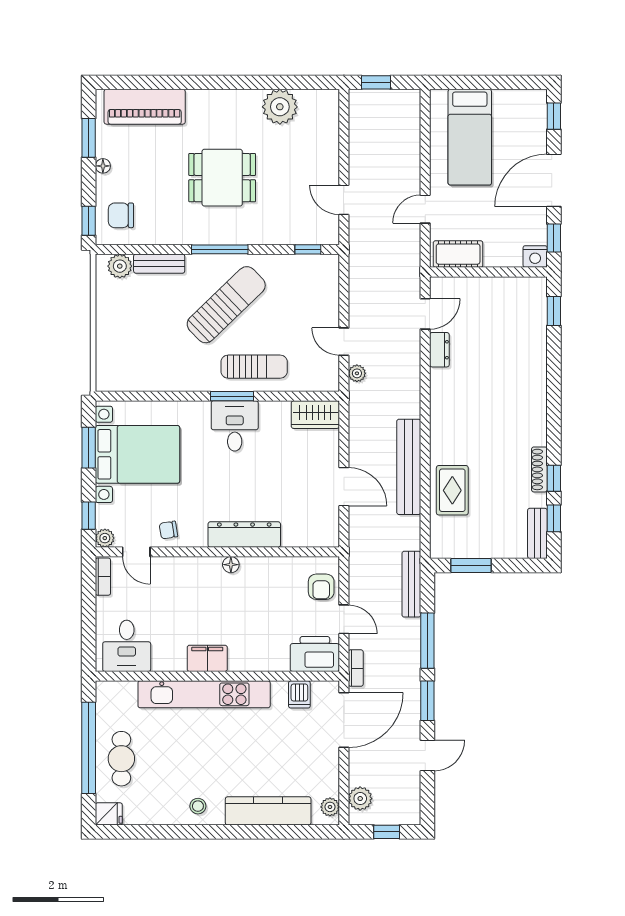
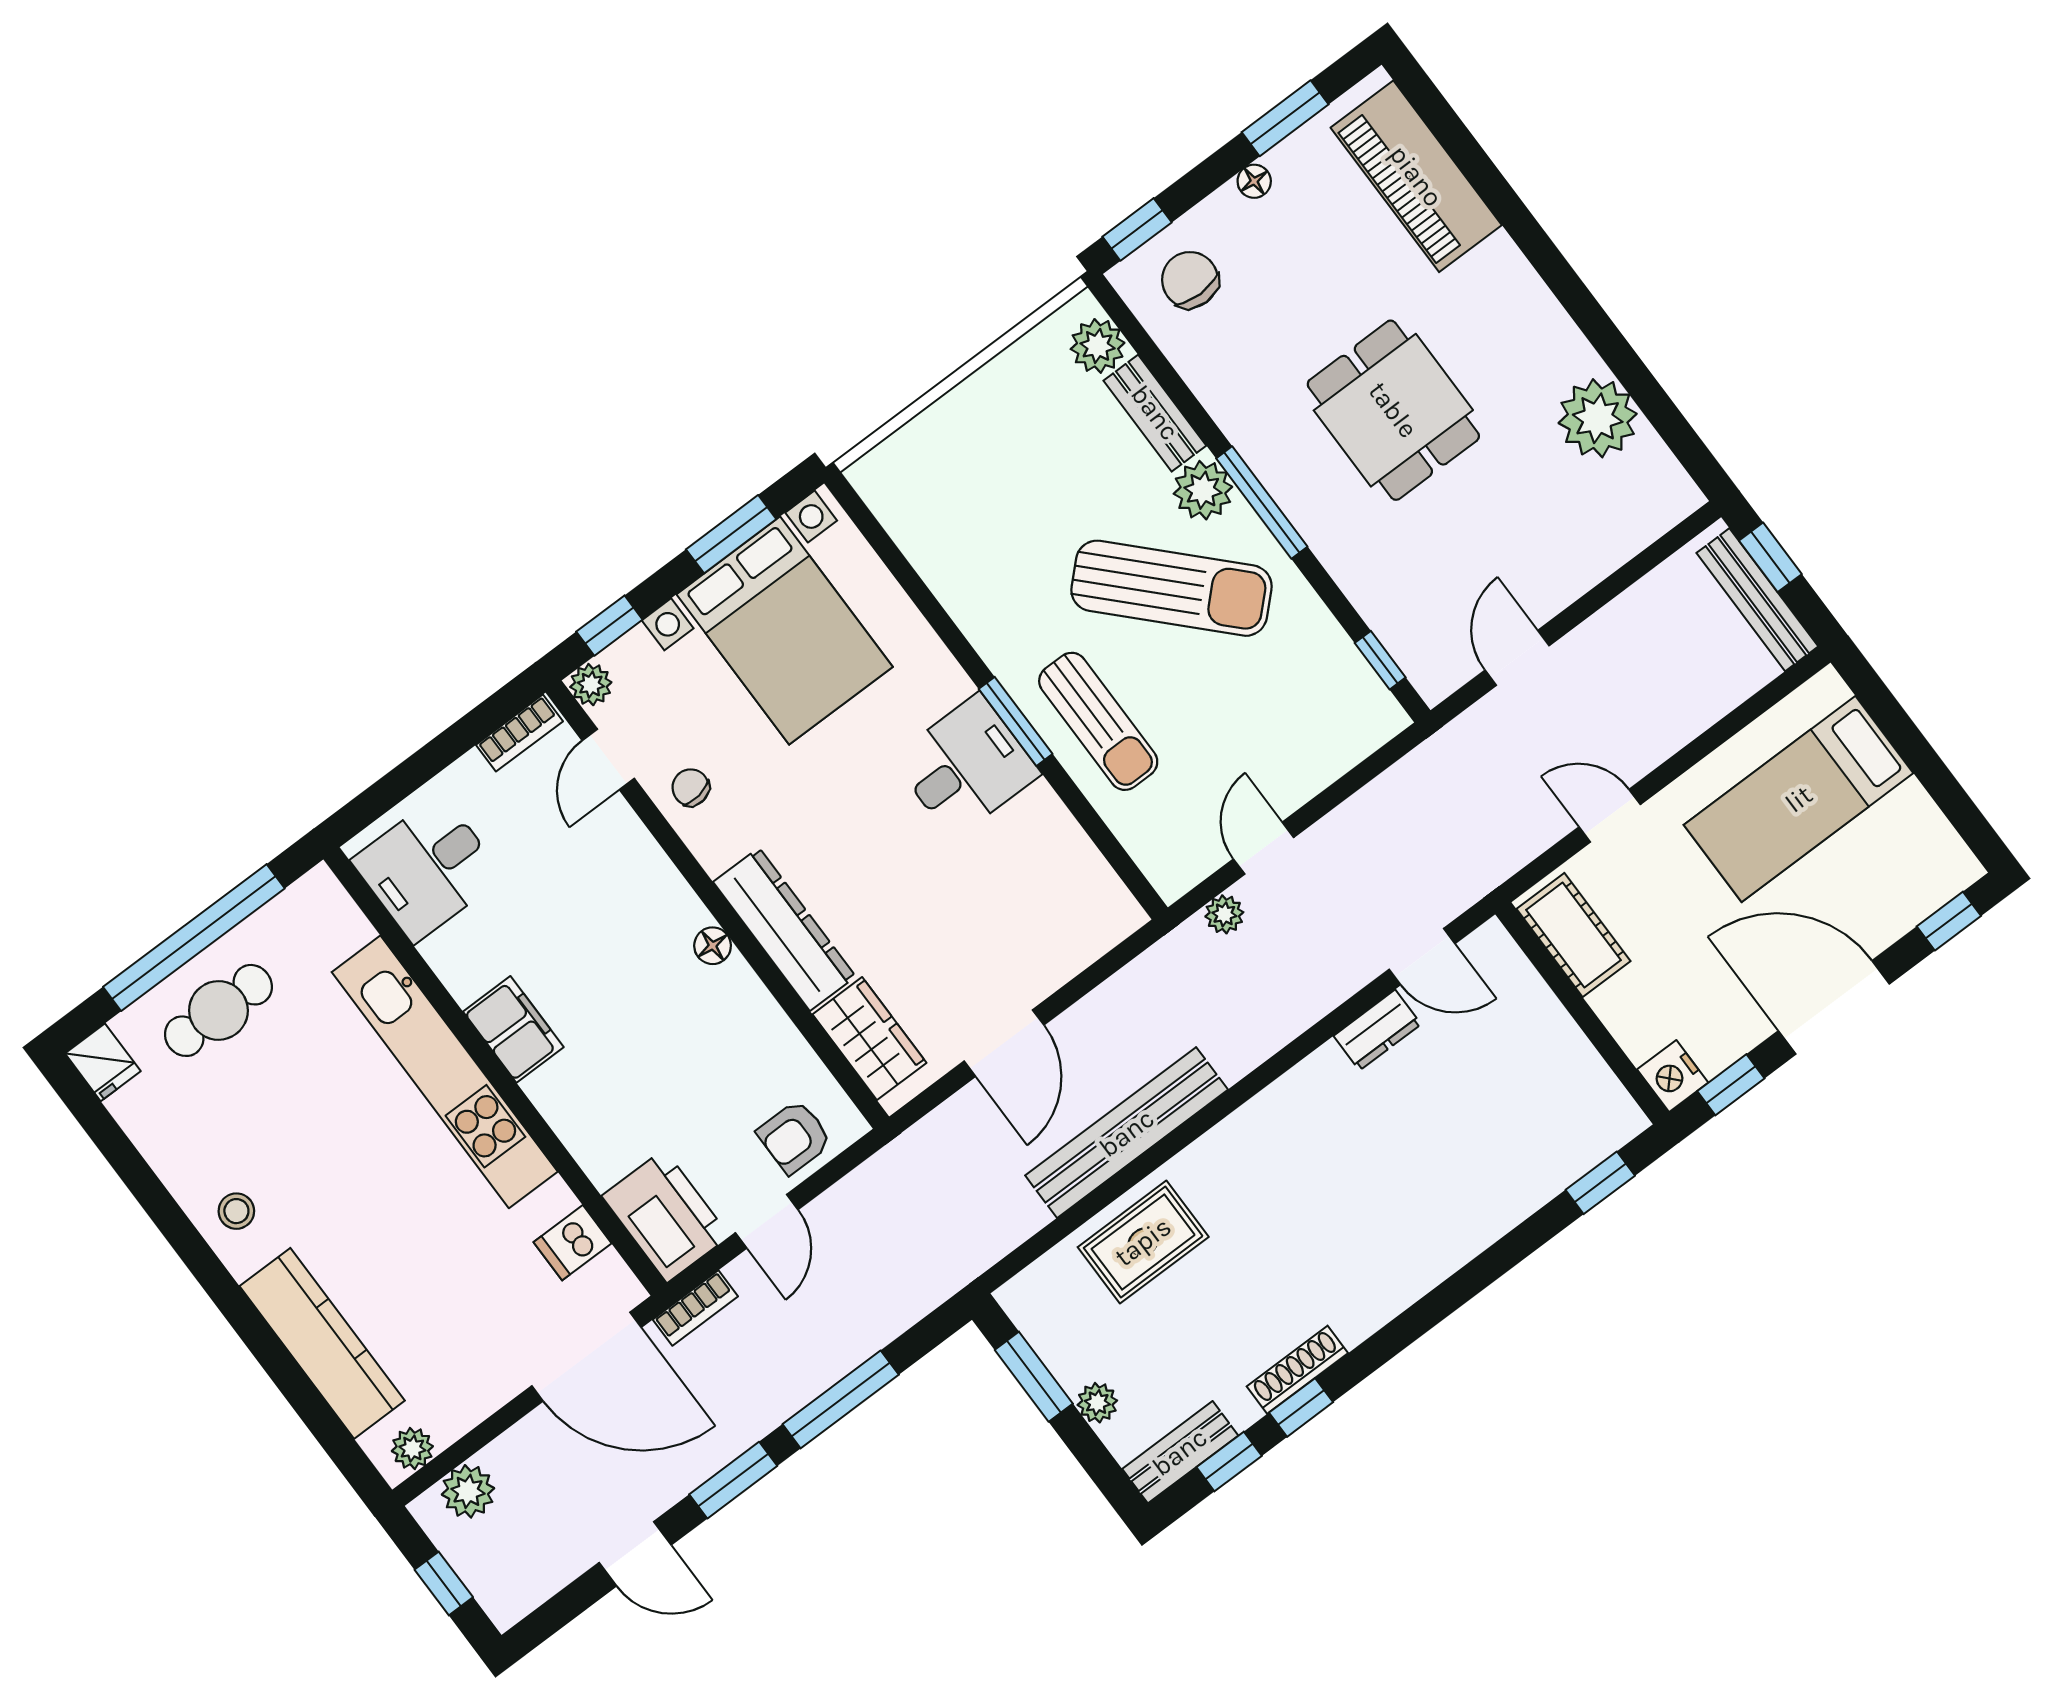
plant: (200, 267) -> (1203, 490), added
wardrobe: (315, 415) -> (869, 1039), moved, turned 180
plant: (497, 550) -> (1097, 1403), added
bench: (411, 584) -> (1757, 600), moved, turned 90

